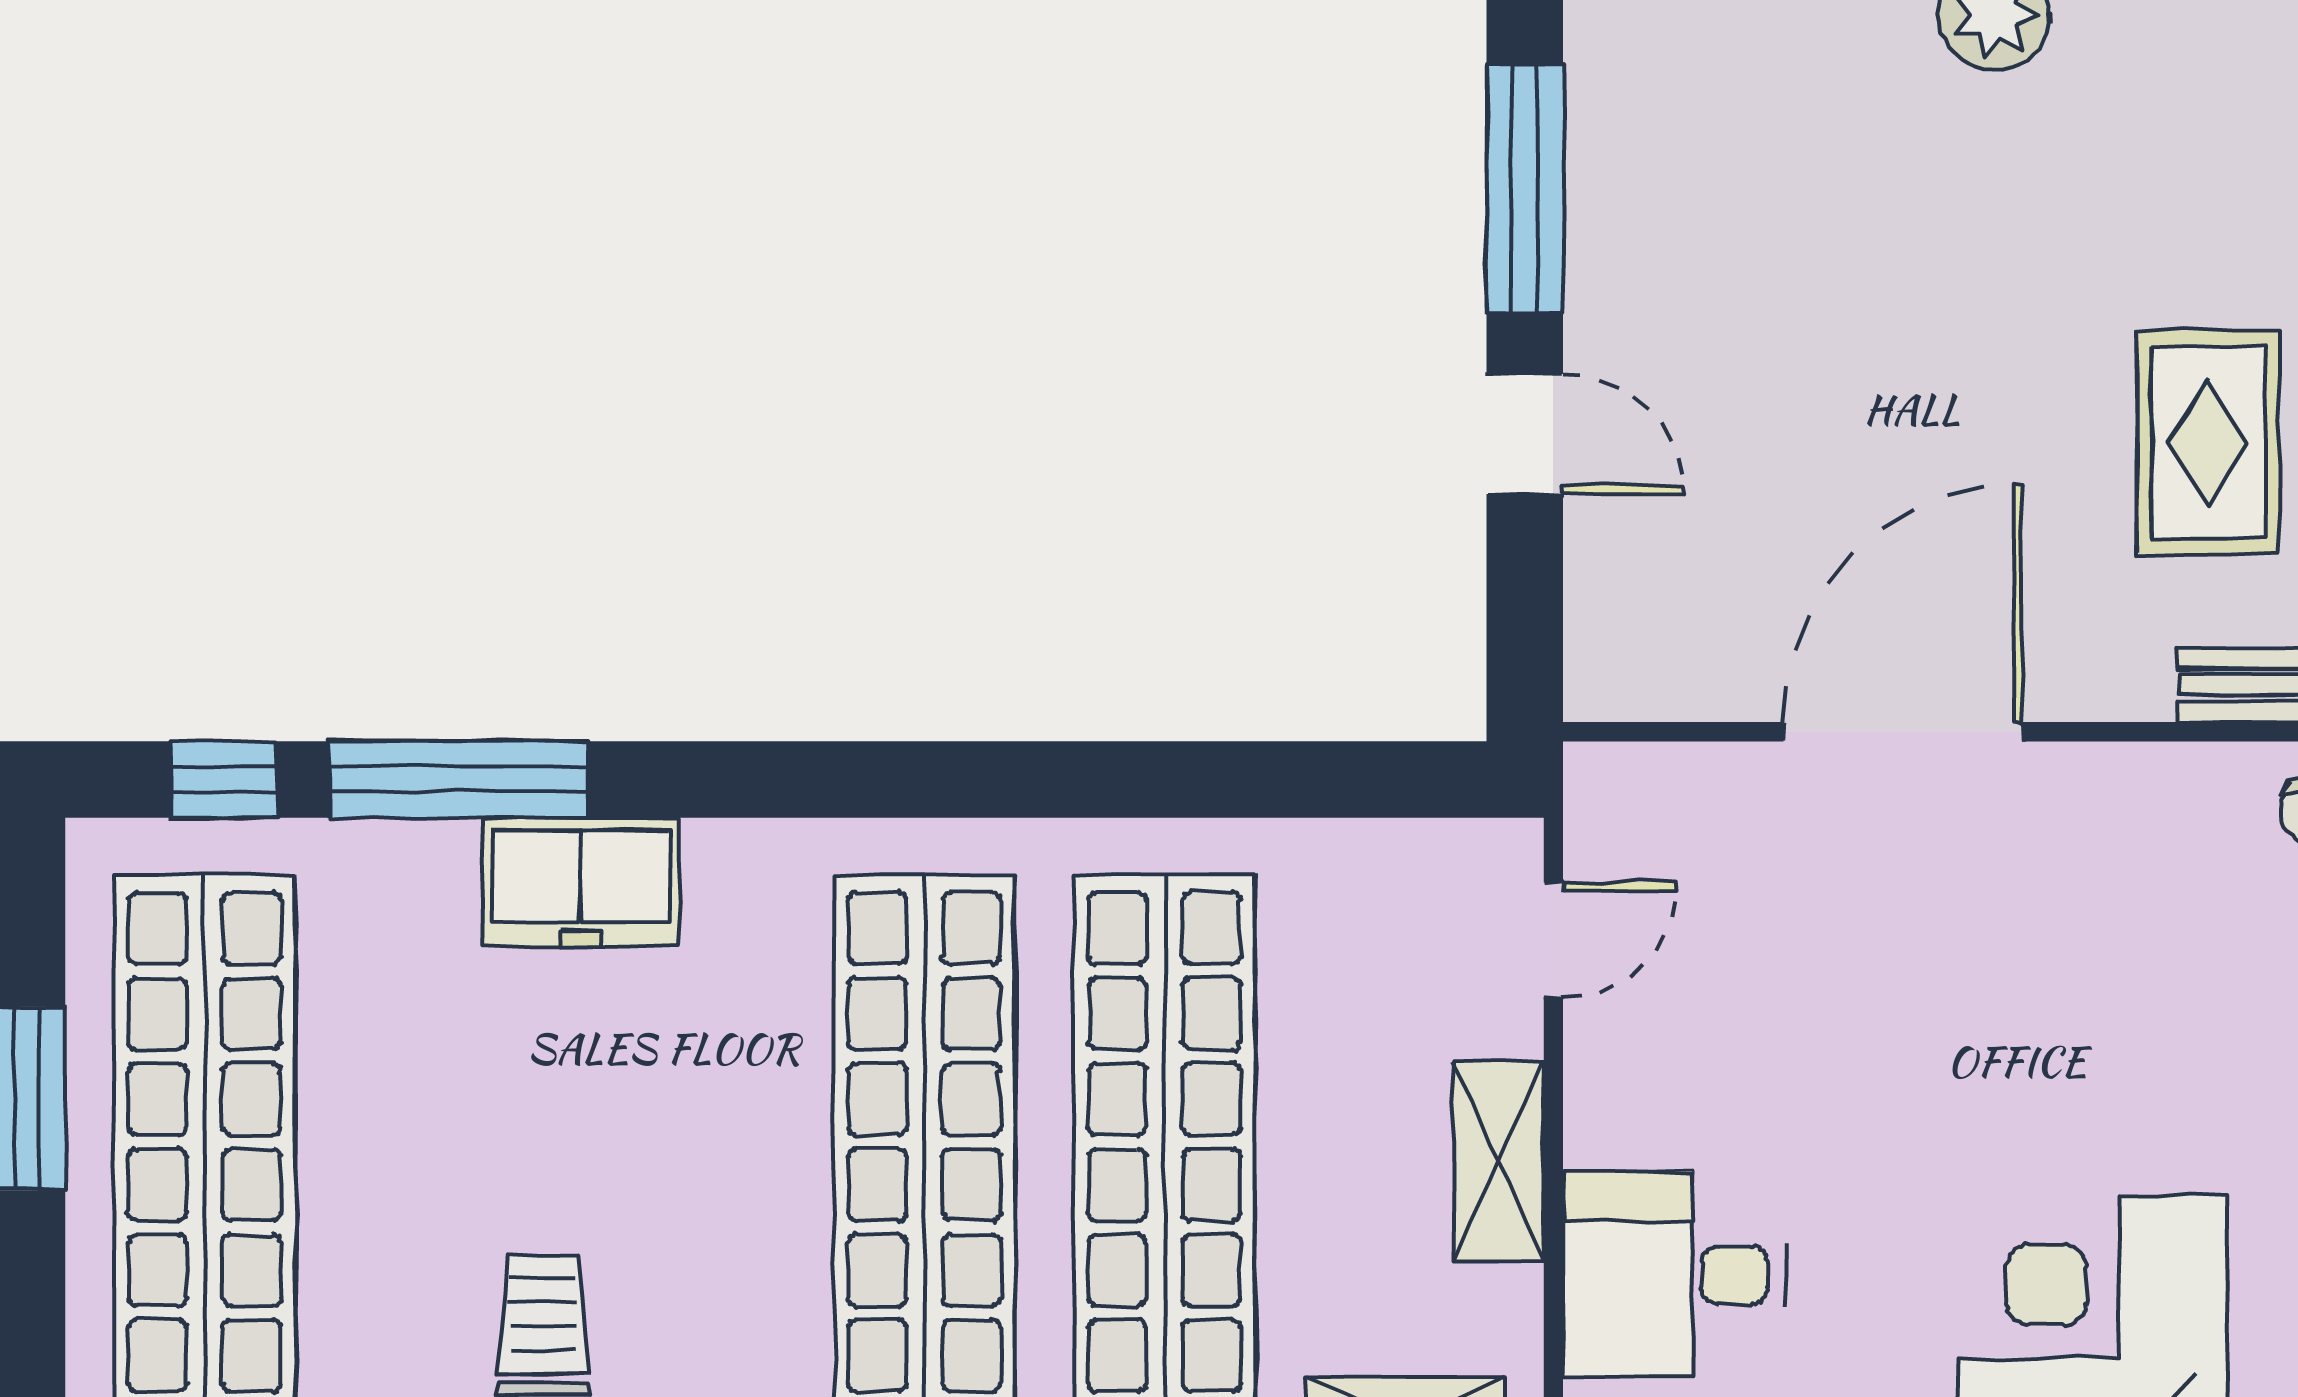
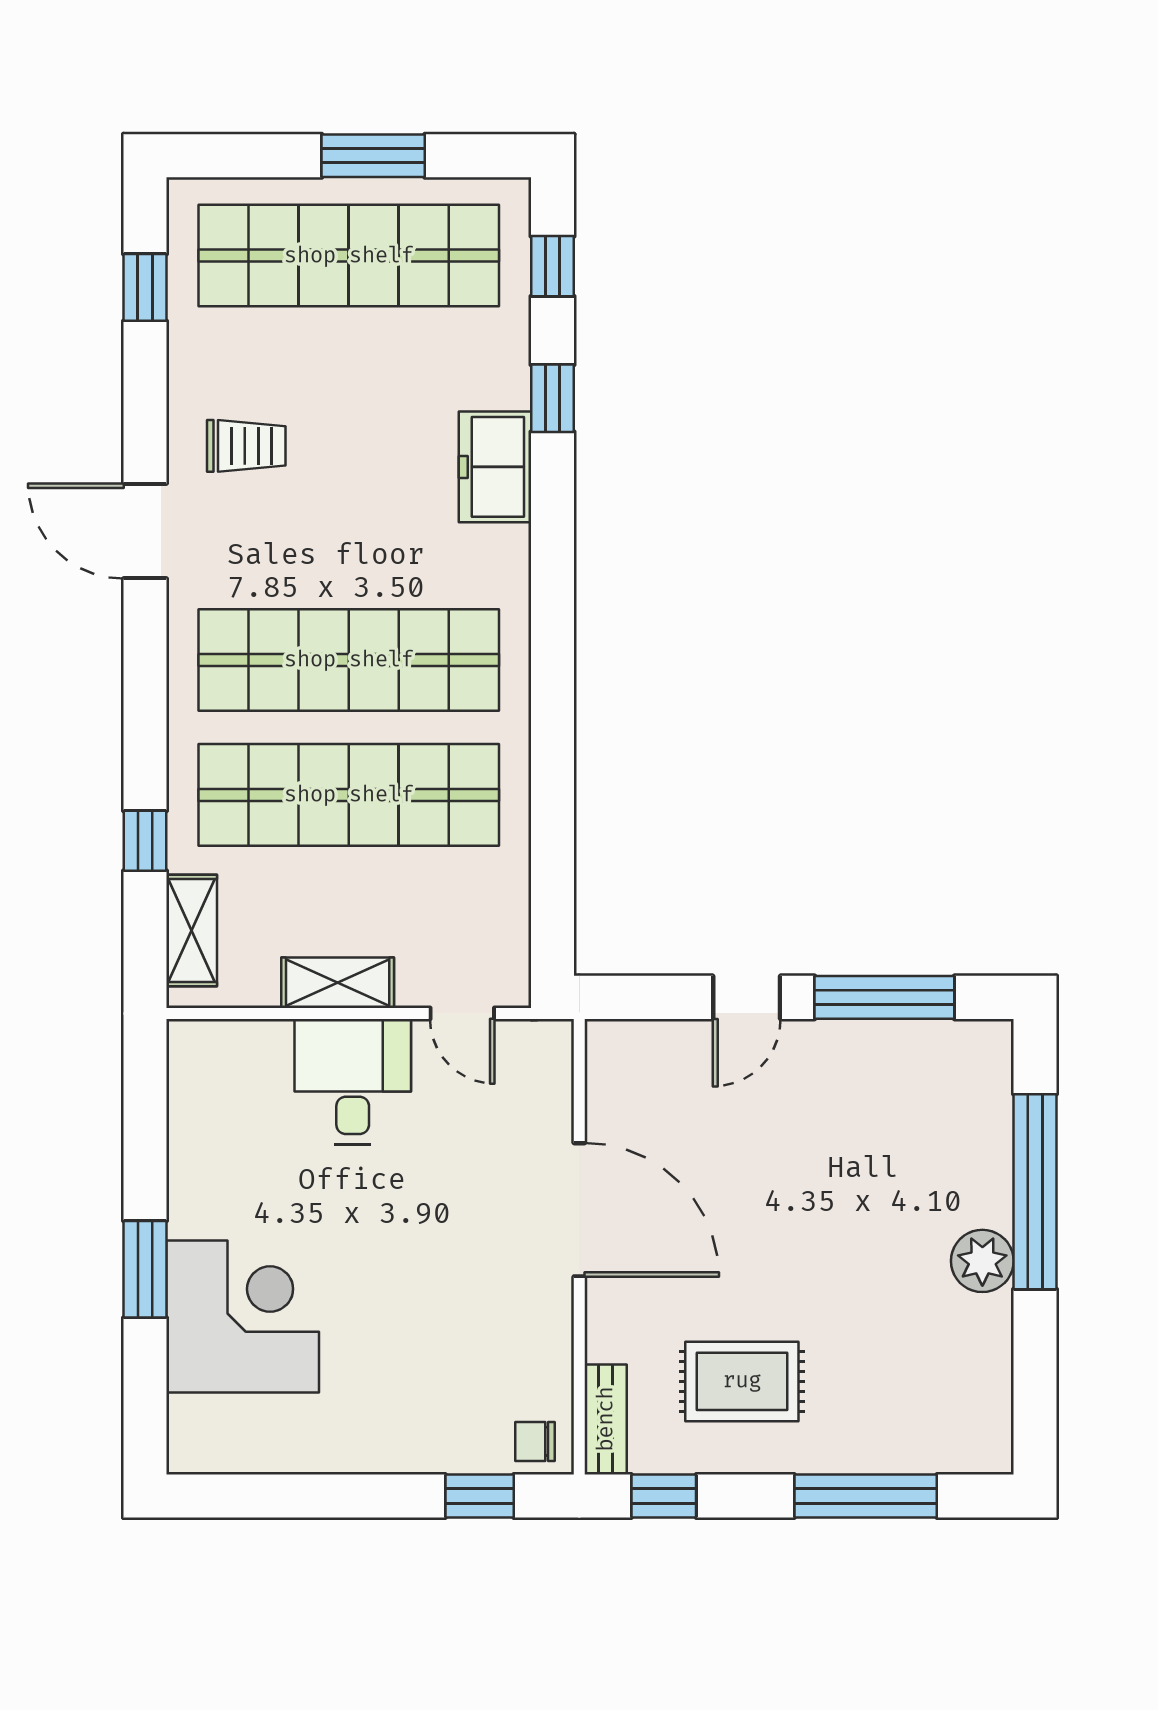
window: (459, 779) -> (552, 398), width x0.46
desk: (1674, 1275) -> (353, 1081), moved

